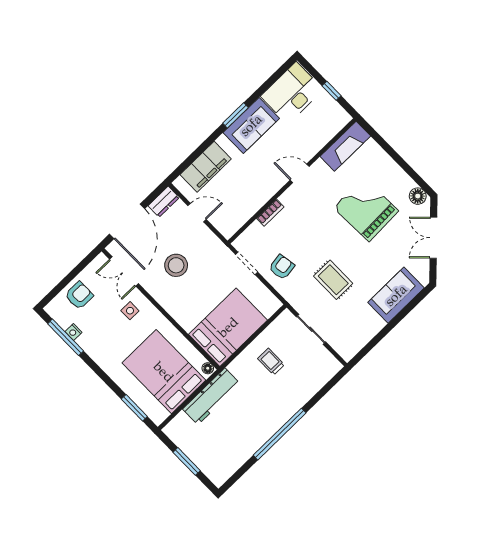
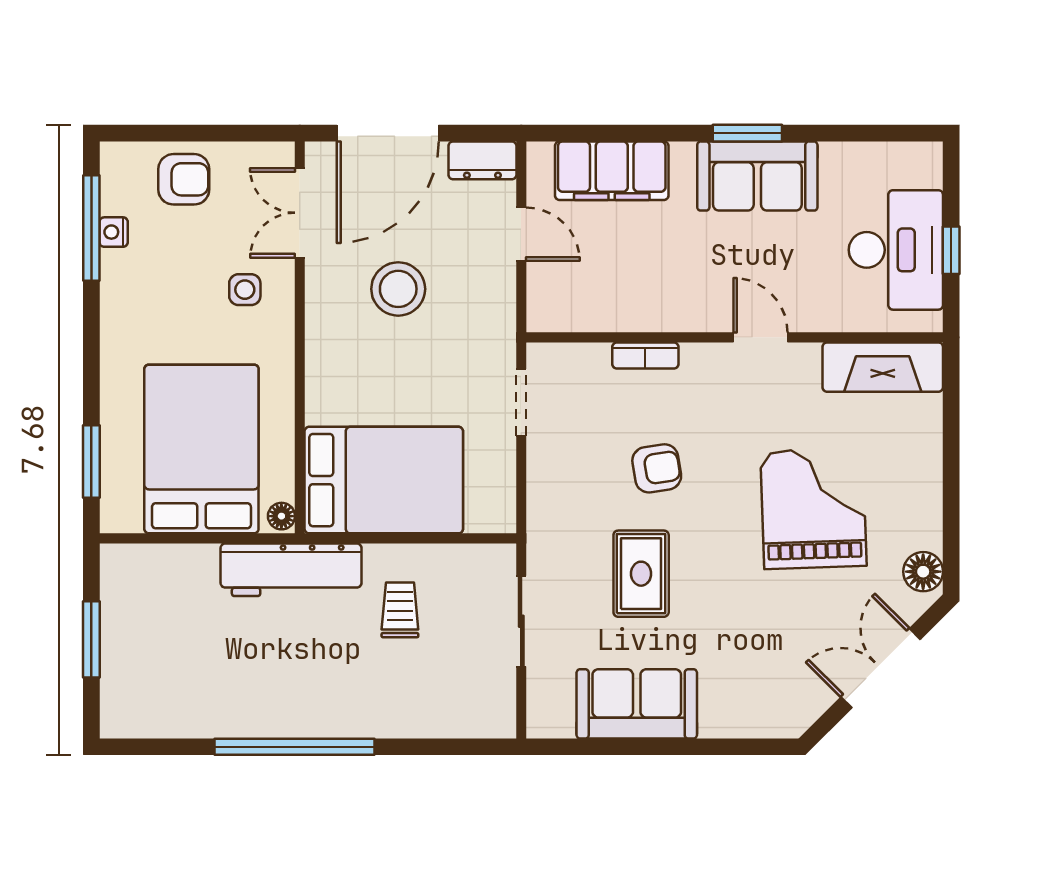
desk: (292, 93) -> (896, 250), moved, turned 90
armchair: (282, 267) -> (657, 468), moved
sofa: (396, 295) -> (637, 704), moved
workbench: (211, 396) -> (291, 570), moved

